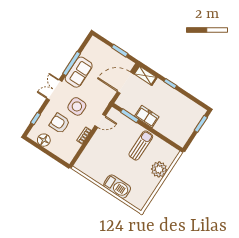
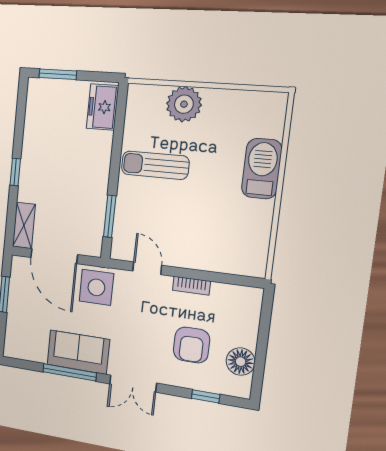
side table: (77, 106) -> (96, 287), moved
freezer: (147, 117) -> (103, 107), moved

